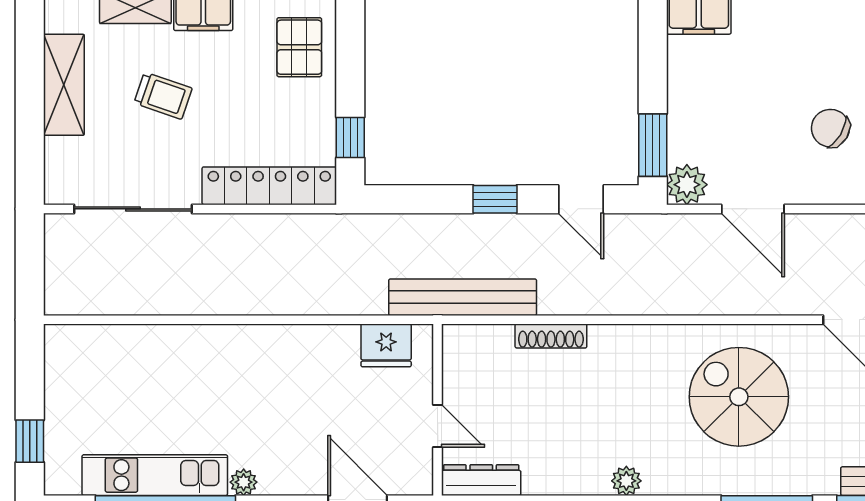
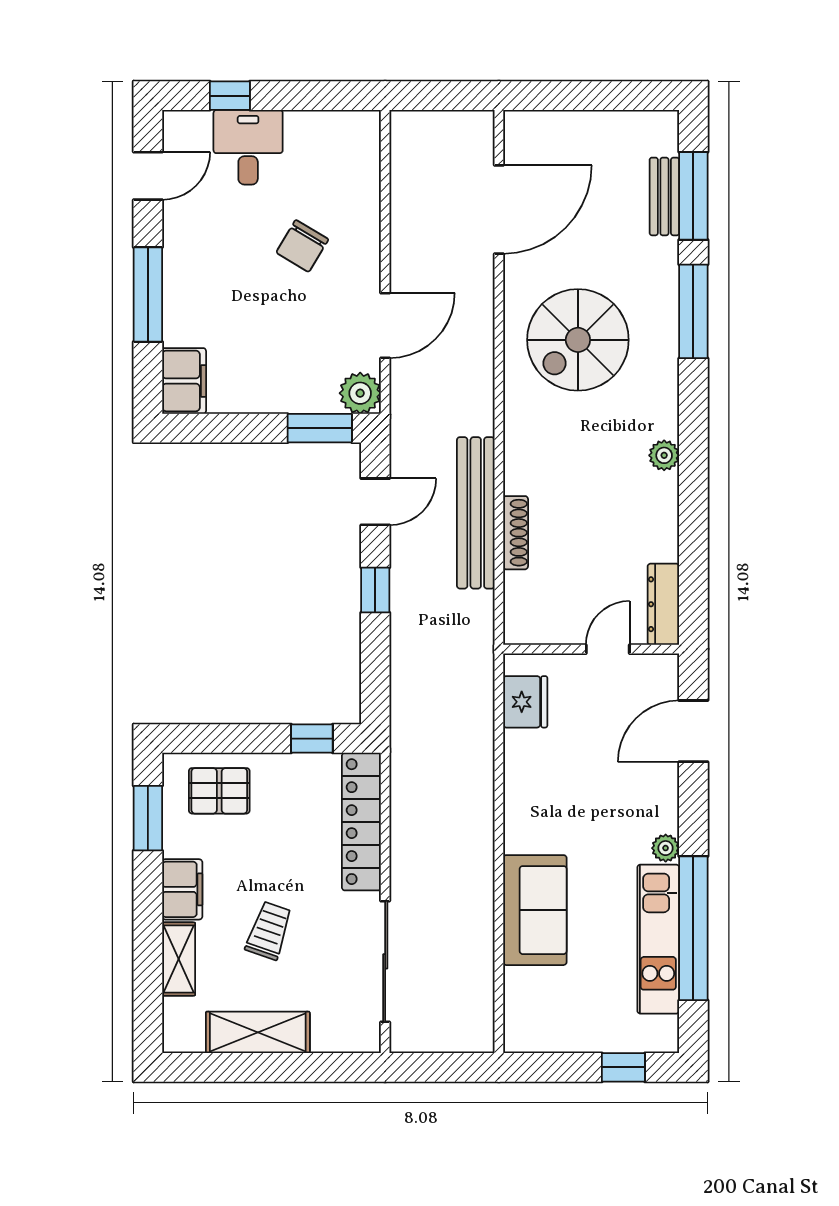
bench: (463, 297) -> (476, 513), moved
sofa: (183, 355) -> (535, 910), added

